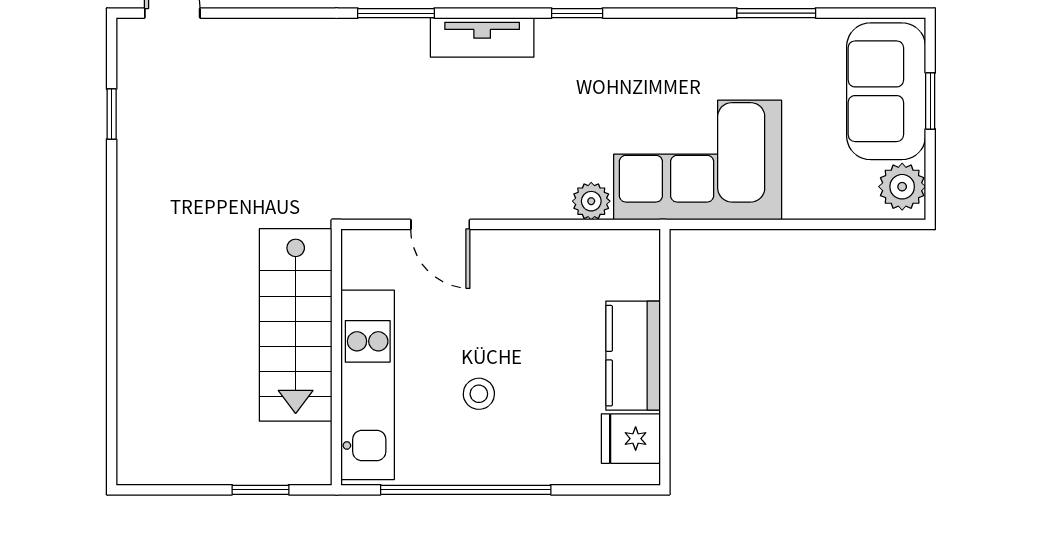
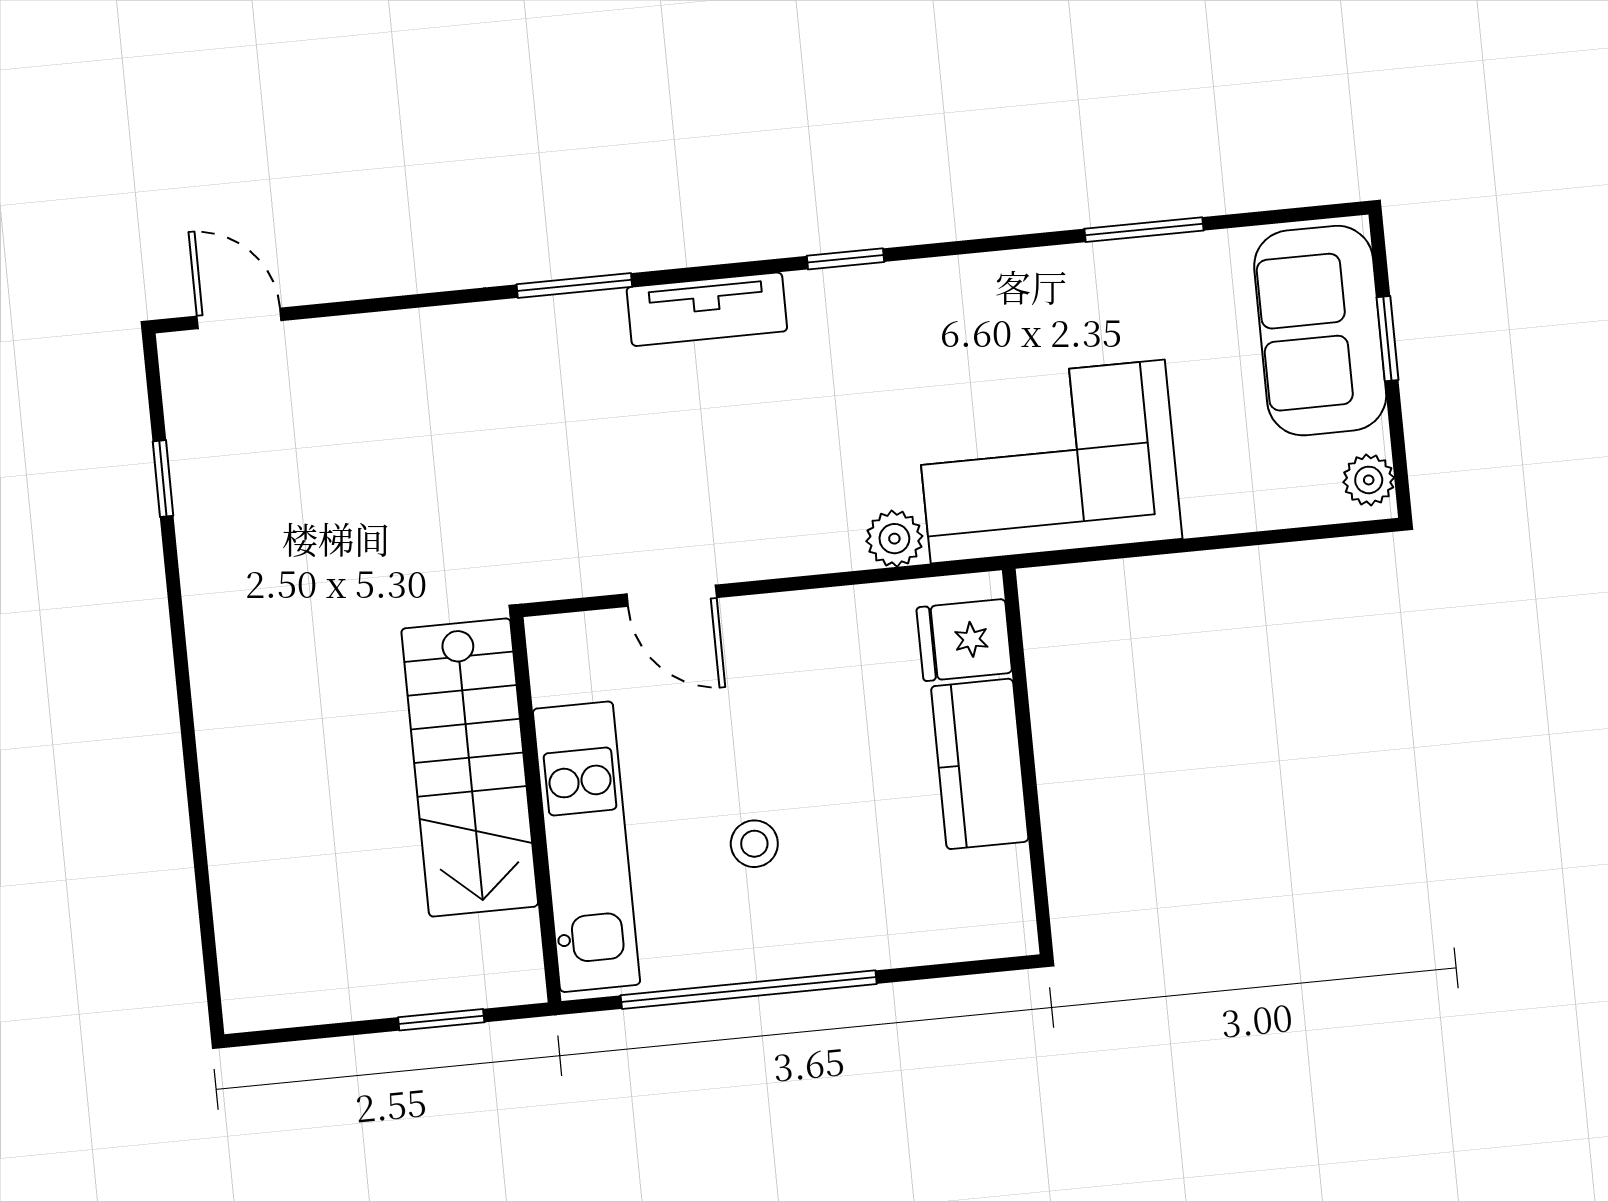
plant: (902, 187) -> (1369, 480), width x0.73, depth x0.73
fridge: (631, 439) -> (964, 640), moved

